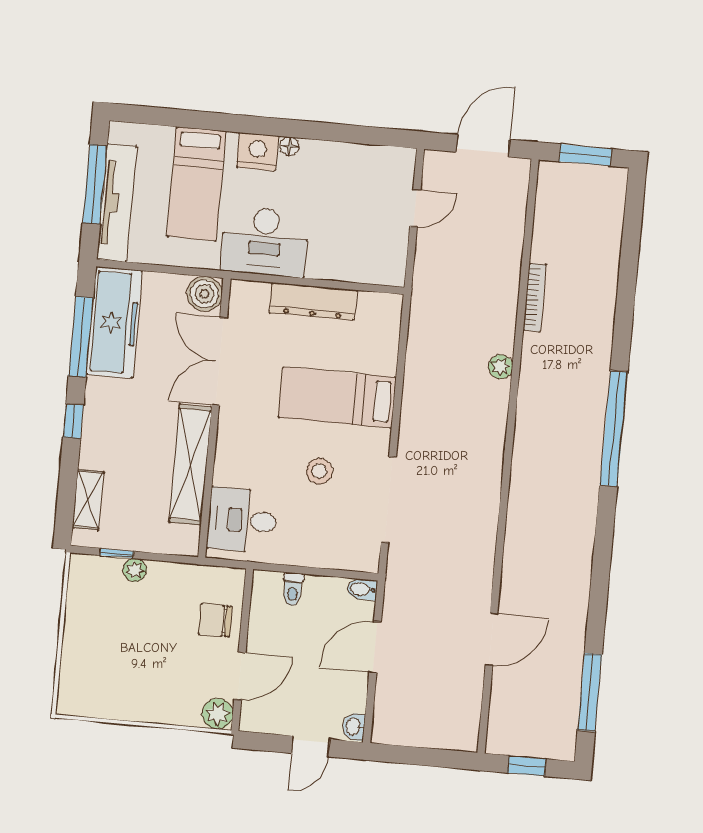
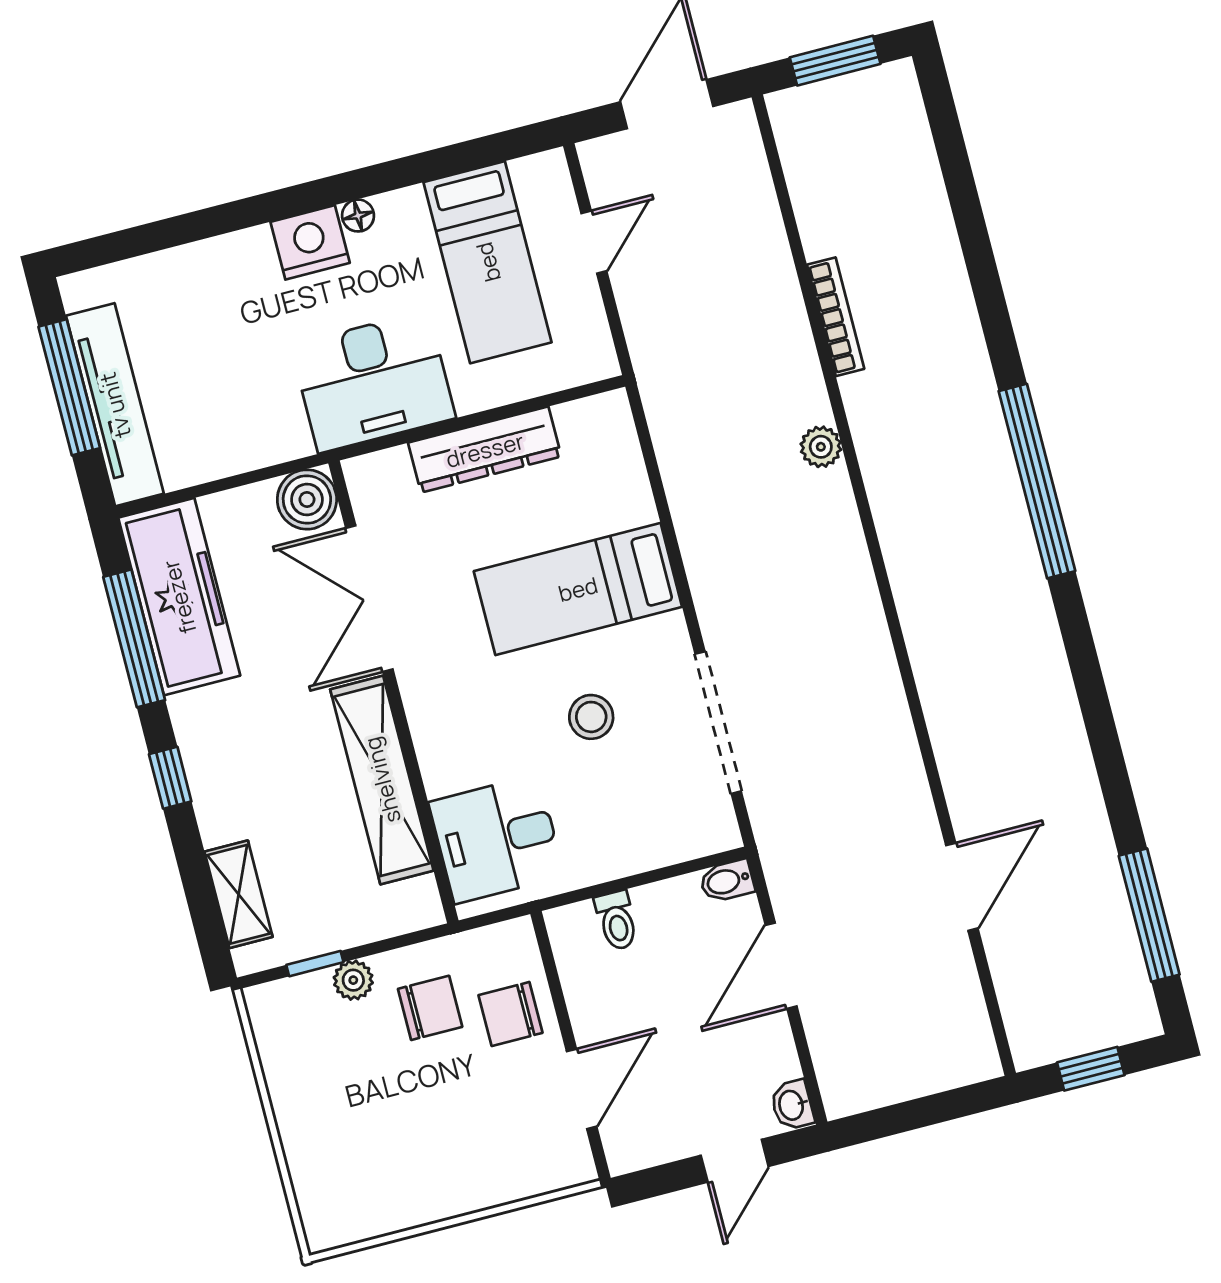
bed: (196, 184) -> (488, 262), moved
chair: (172, 601) -> (430, 1008), added
plant: (218, 714) -> (568, 1162), removed

